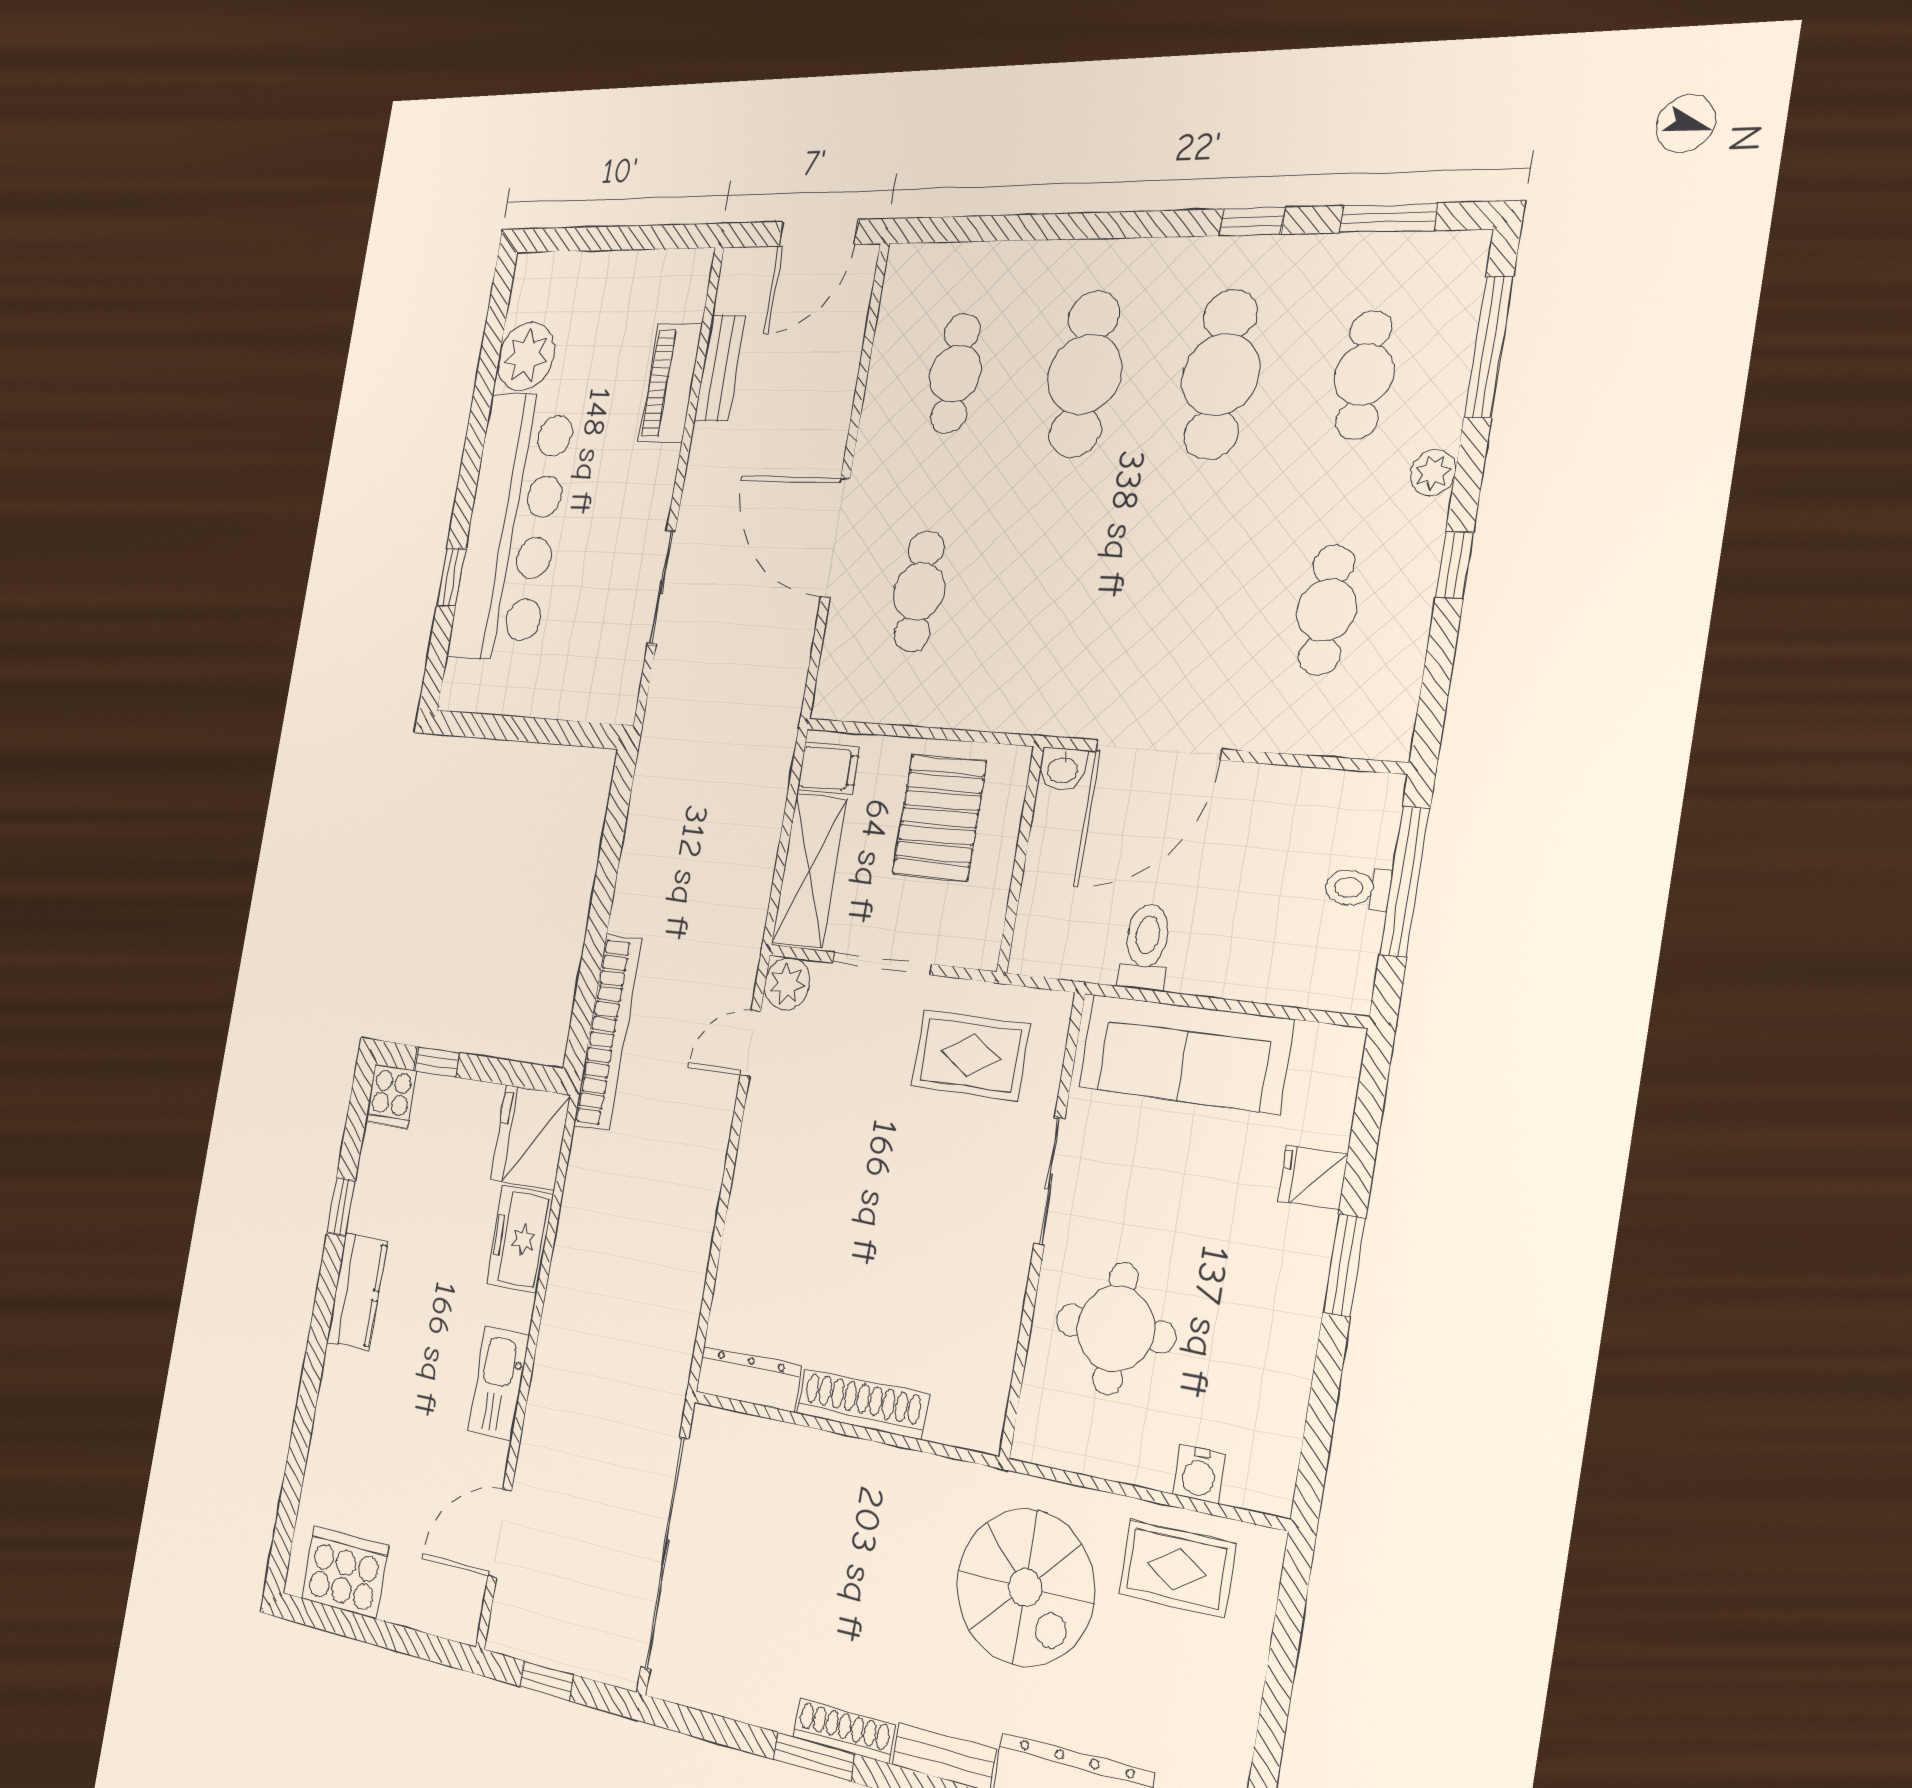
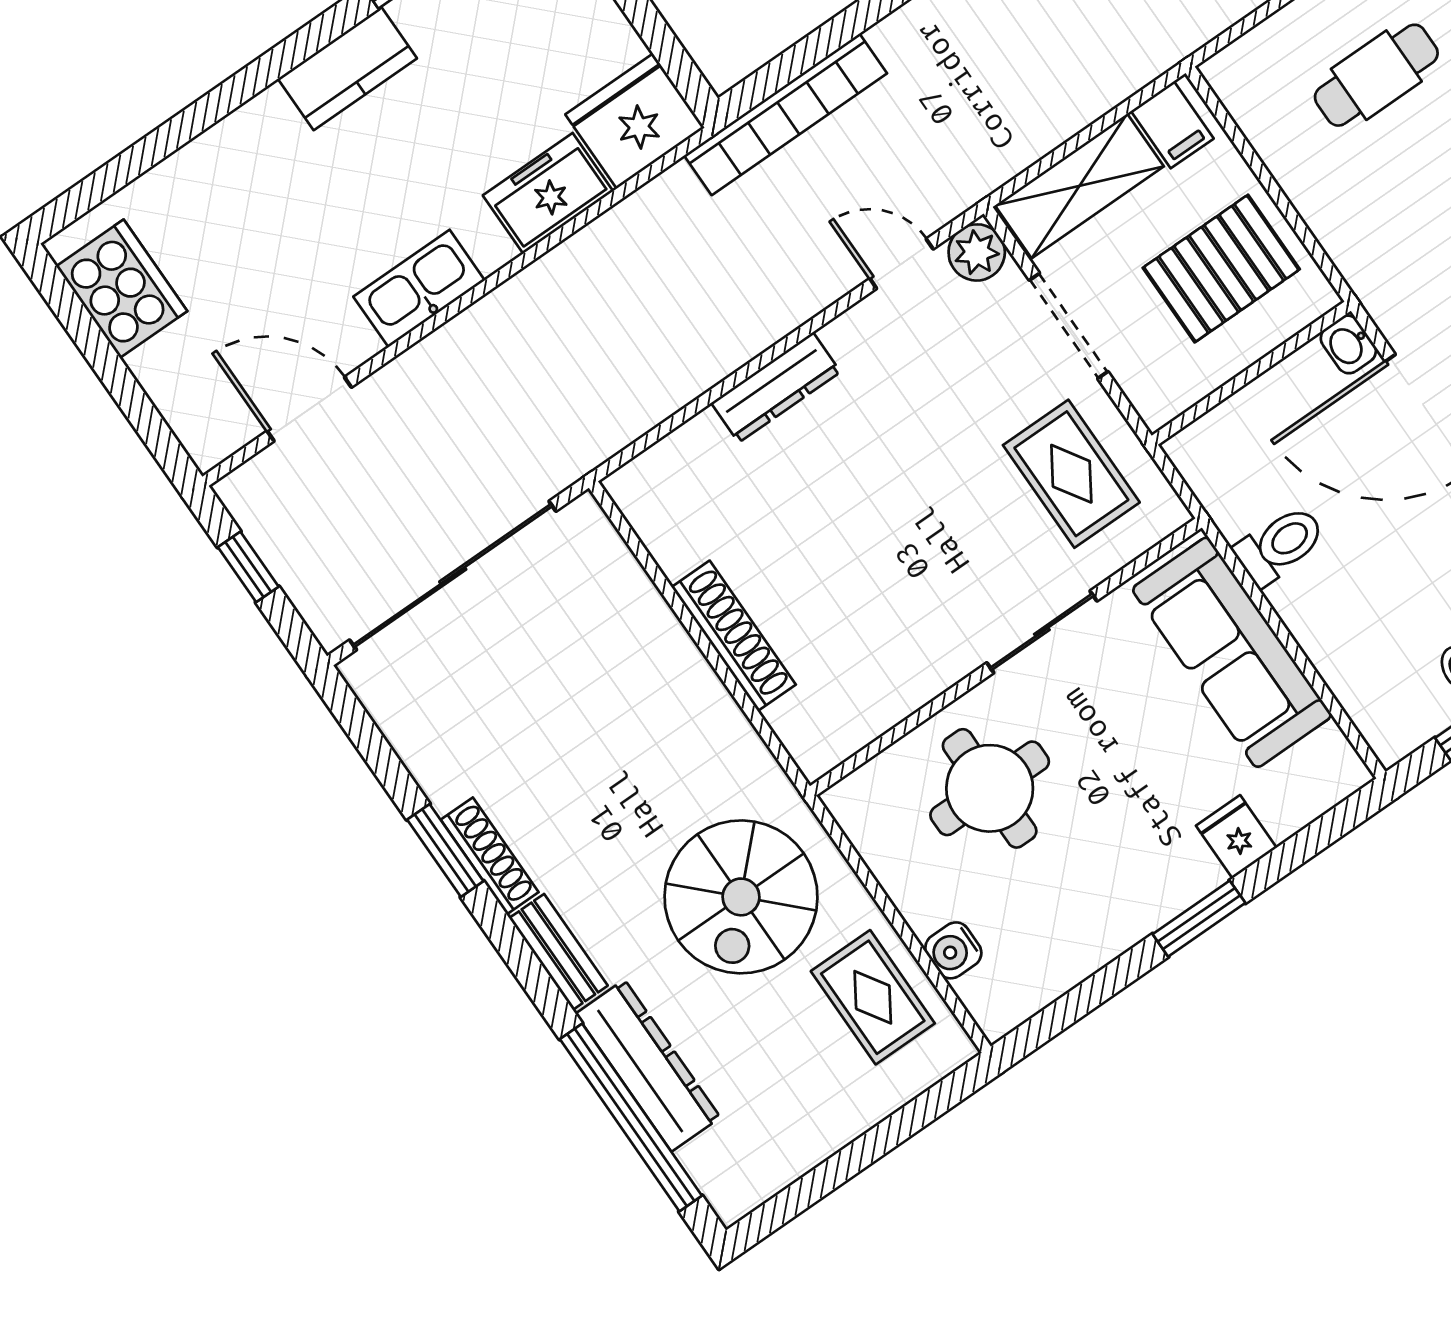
dresser: (748, 1379) -> (776, 387), moved, turned 90

